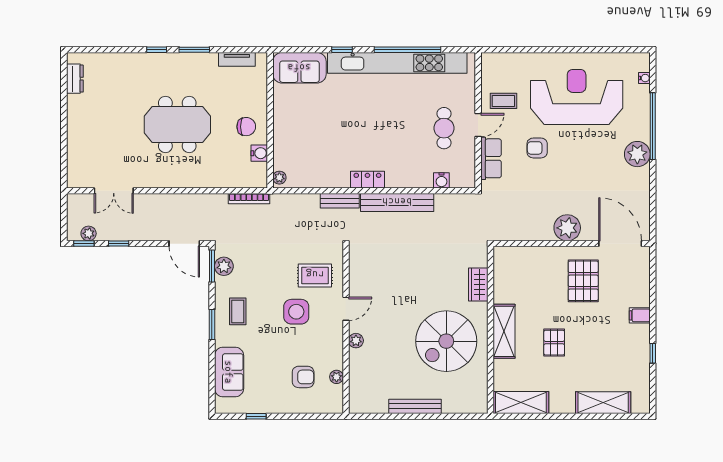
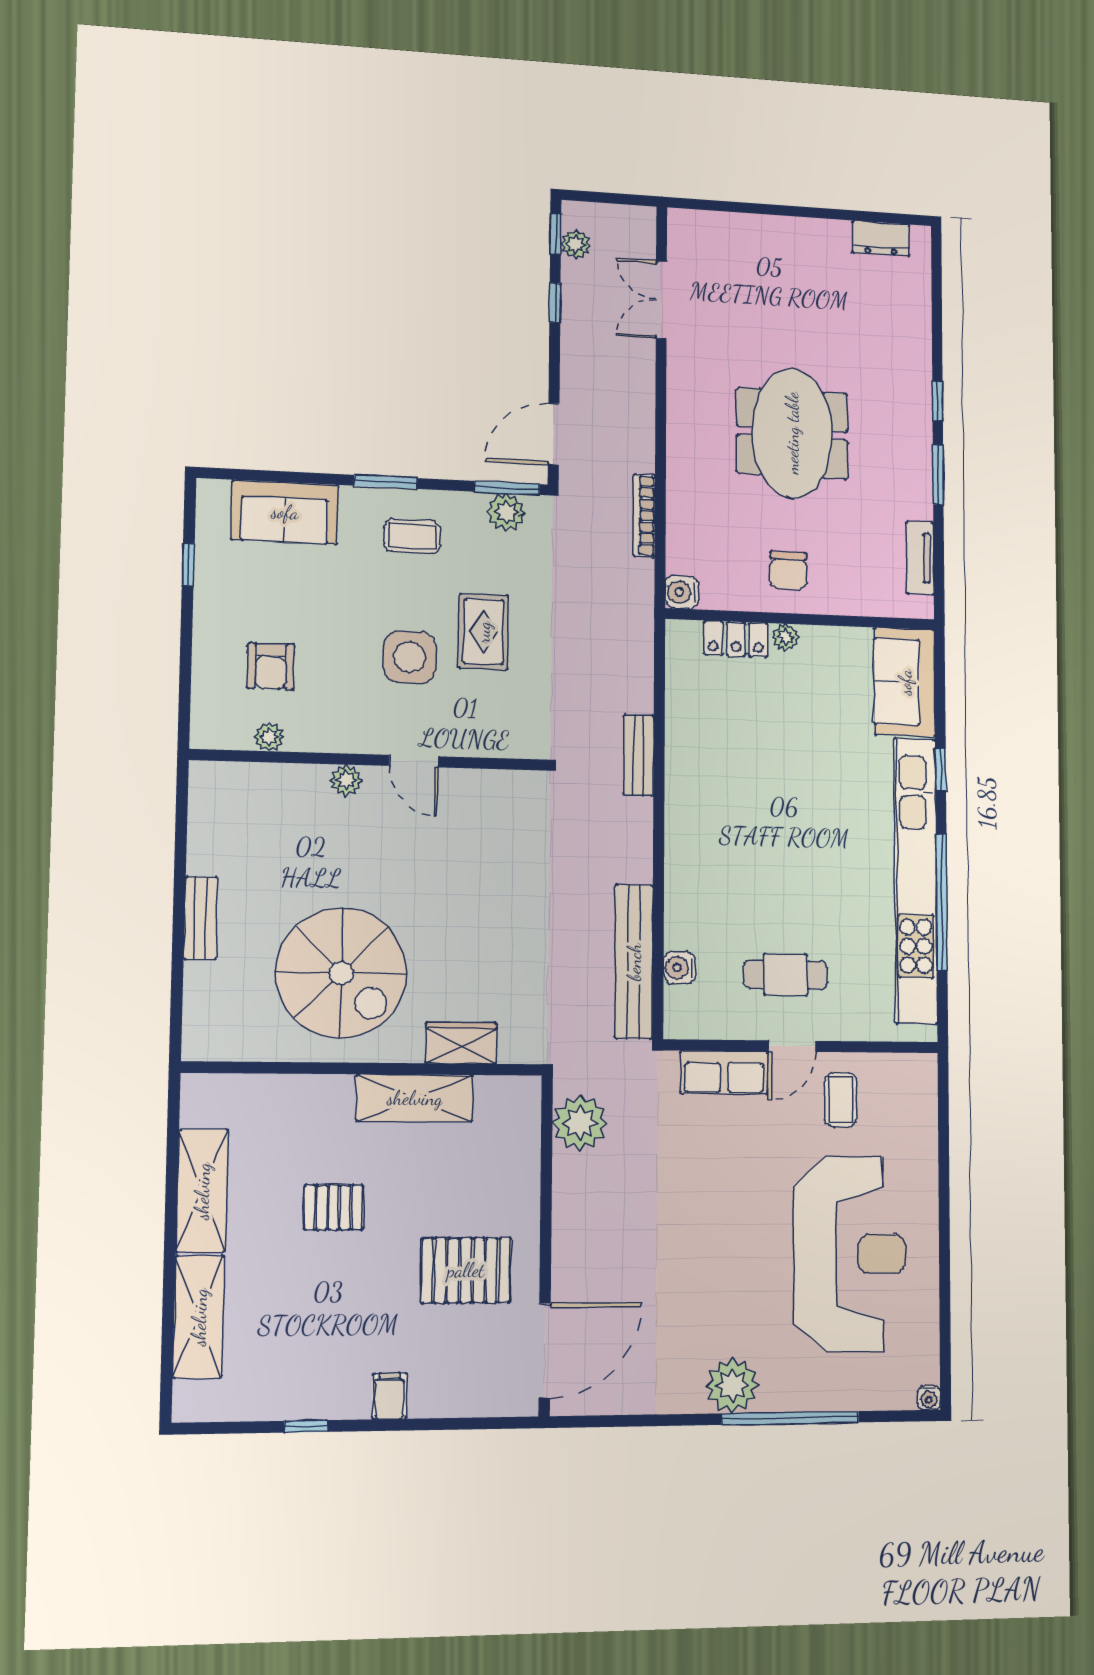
water cooler: (644, 78) -> (929, 1398), moved
door: (478, 125) -> (792, 1046), hinge flipped
armchair: (537, 148) -> (745, 1170), removed
water cooler: (259, 153) -> (682, 592), moved, turned 90
plant: (279, 178) -> (786, 637), moved
locker: (367, 180) -> (736, 639), moved, turned 90
bookcase: (249, 199) -> (644, 515), moved
bench: (397, 202) -> (634, 962), moved
plant: (567, 228) -> (580, 1123), moved
rug: (315, 275) -> (483, 632), moved
shelving: (504, 331) -> (415, 1098), moved
spiral stairs: (446, 341) -> (341, 973), turned 180
shelving: (521, 403) -> (202, 1191), moved
bench: (415, 406) -> (201, 918), width x0.73

